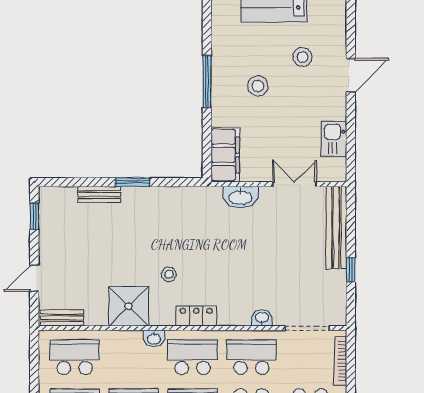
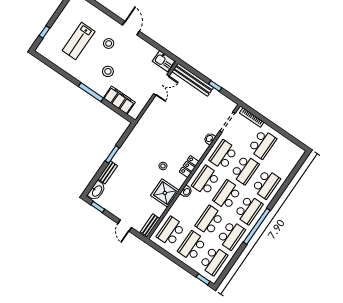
kitchen sink: (334, 139) -> (164, 61), moved
filing cabinet: (225, 155) -> (119, 100), moved
double door: (294, 184) -> (161, 85), swing flipped
washbasin: (241, 197) -> (97, 191), moved

